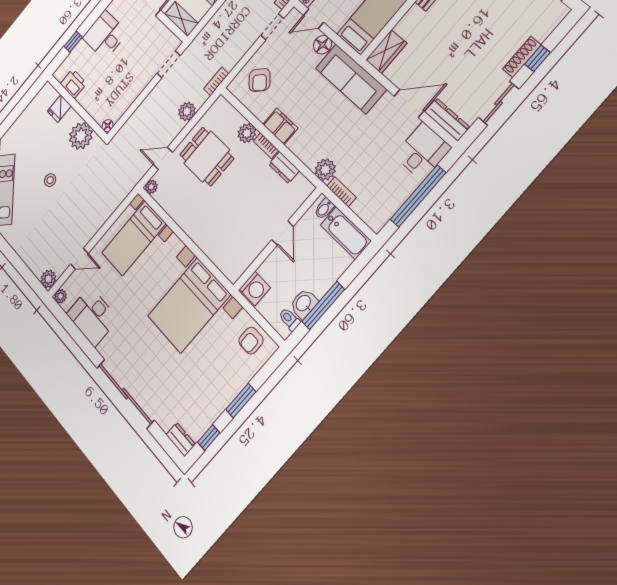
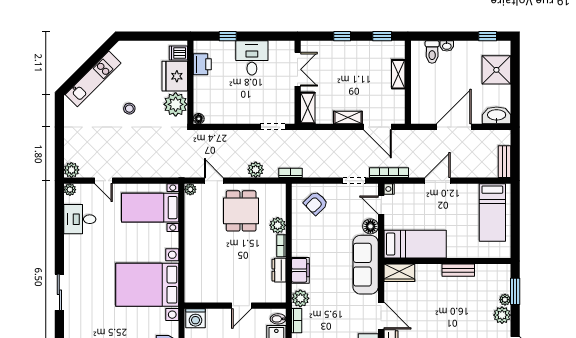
dishwasher: (49, 97) -> (178, 53), added
fridge: (59, 109) -> (175, 76), width x1.88, depth x1.34
filing cabinet: (280, 126) -> (300, 270), moved
desk: (92, 316) -> (80, 219), width x0.73
sliding door: (125, 394) -> (59, 292), width x0.54

